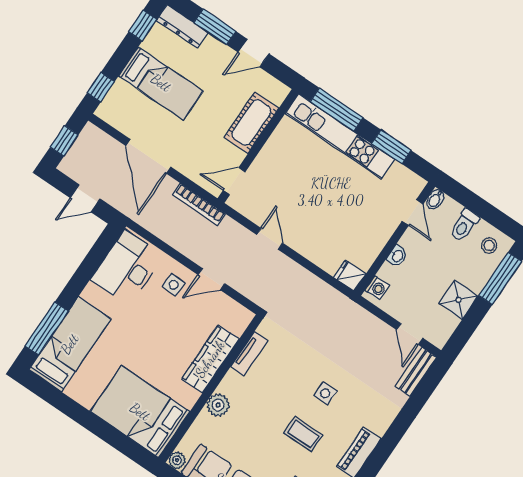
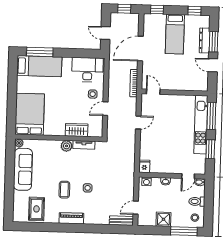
dresser: (182, 26) -> (205, 40), moved
cot: (251, 122) -> (183, 83), removed
door: (211, 279) -> (105, 109), hinge flipped
wardrobe: (210, 359) -> (77, 130), width x0.67
plant: (218, 405) -> (67, 146), moved

